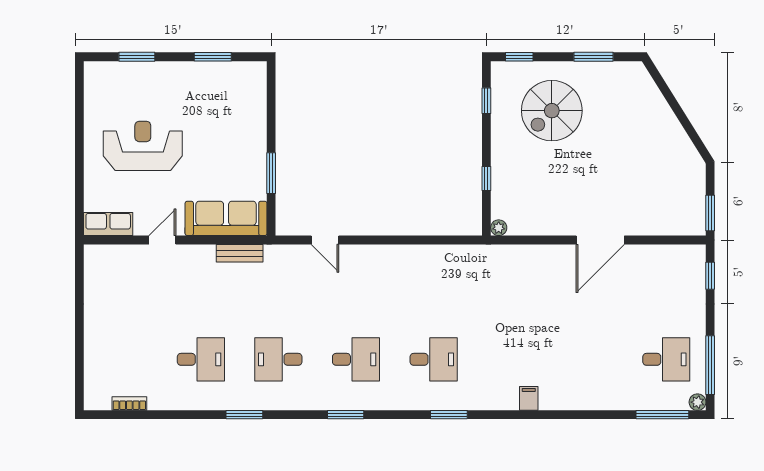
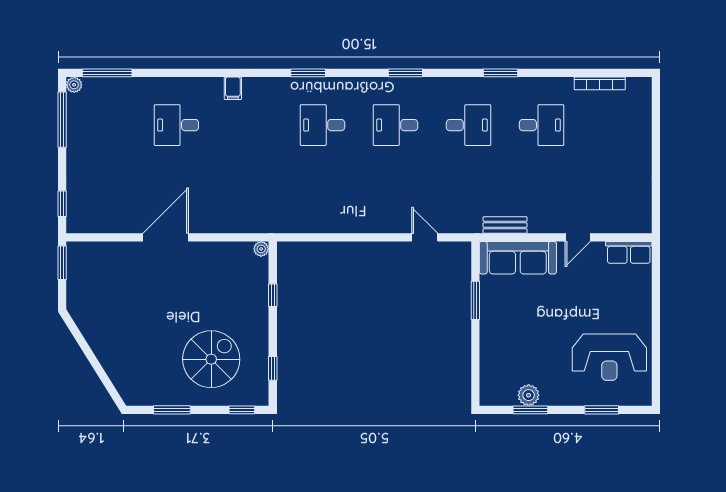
plant: (215, 72) -> (529, 395), added
reception desk: (143, 146) -> (609, 357), moved
desk: (201, 359) -> (542, 125), turned 180
desk: (666, 359) -> (176, 125), moved
bookcase: (129, 404) -> (600, 83), width x1.56

